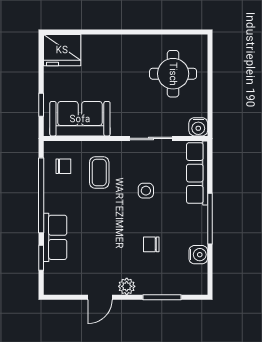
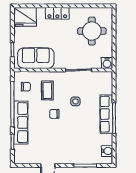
locker: (116, 44) -> (57, 13), added
row of seats: (197, 173) -> (106, 114), moved
row of seats: (55, 237) -> (21, 123), width x1.48
chair: (151, 244) -> (54, 114), moved
water cooler: (198, 255) -> (107, 151), moved
plant: (127, 286) -> (64, 159), removed

